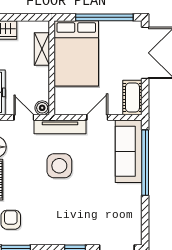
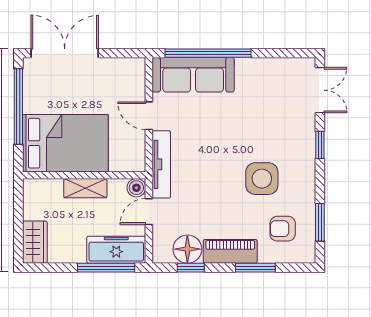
shelving: (42, 49) -> (85, 188), moved
cot: (132, 97) -> (123, 70), removed
side table: (59, 166) -> (262, 179), moved

